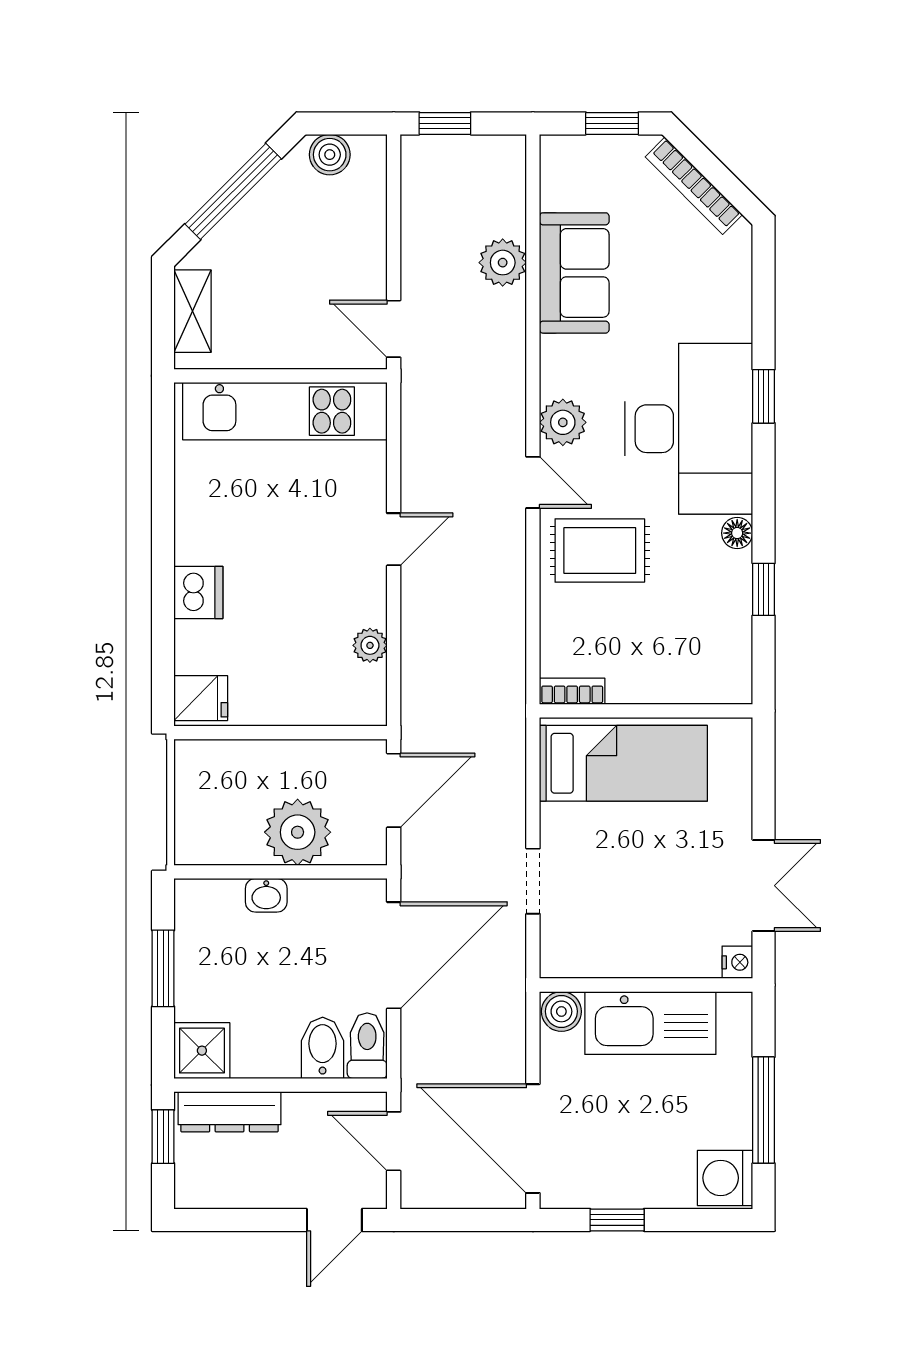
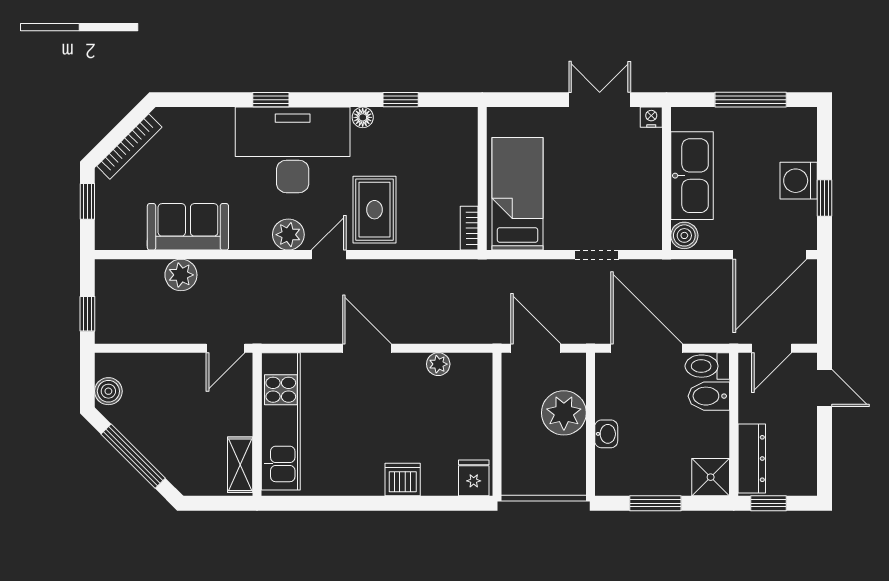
shelving: (193, 311) -> (240, 465), moved, turned 90
door: (394, 539) -> (367, 348), width x1.38
washing machine: (725, 1178) -> (799, 181), moved, turned 90

